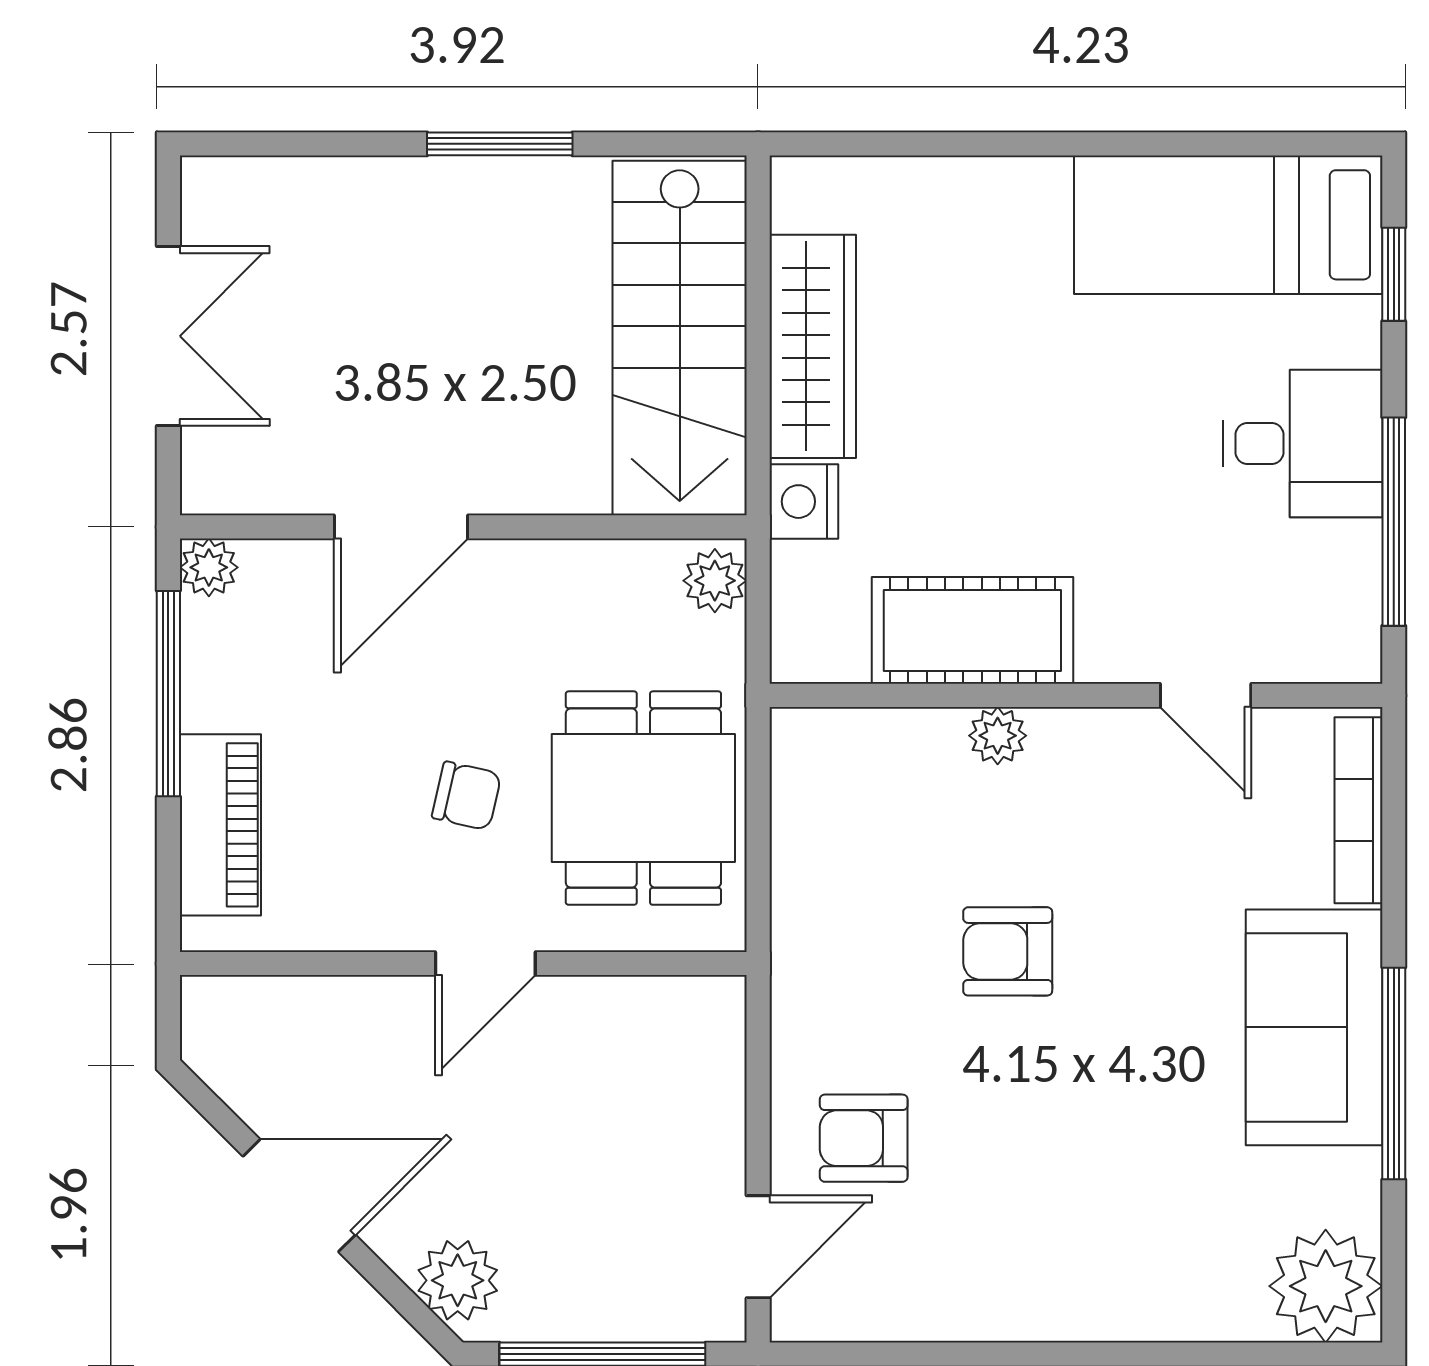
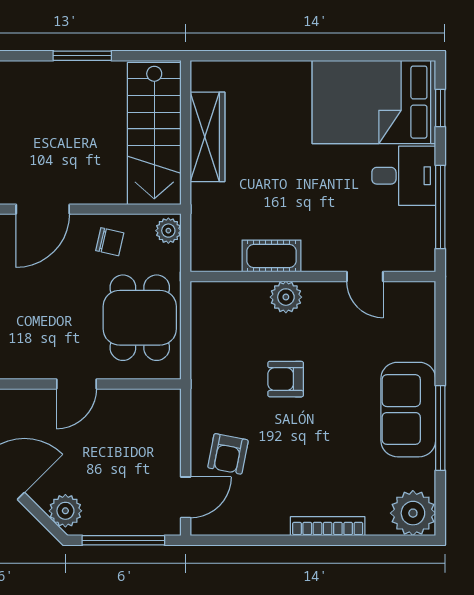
bed: (1228, 225) -> (374, 102), width x1.50
nightstand: (804, 502) -> (204, 199), removed
cot: (972, 630) -> (272, 256), width x0.73, depth x0.75
plant: (998, 736) -> (286, 297), width x1.38, depth x1.38
chair: (467, 796) -> (110, 242), moved
bookcase: (1358, 810) -> (328, 526), moved, turned 90
armchair: (864, 1138) -> (228, 454), turned -79

